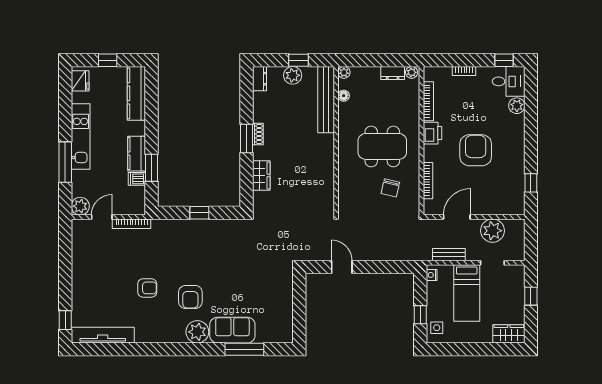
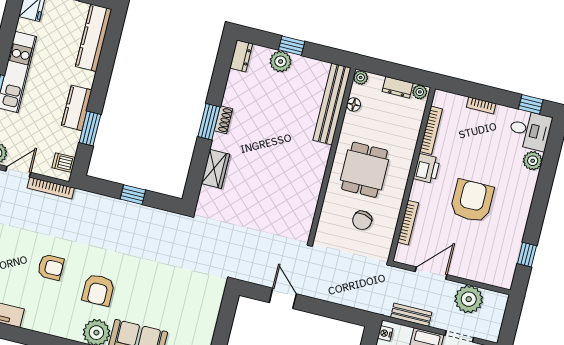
plant: (344, 72) -> (361, 77), moved
floor lamp: (344, 96) -> (354, 104), moved
bench: (326, 100) -> (332, 104), moved
wall: (336, 141) -> (332, 155), moved
dining table: (382, 146) -> (365, 170), width x0.73
dishwasher: (137, 179) -> (64, 163), moved

